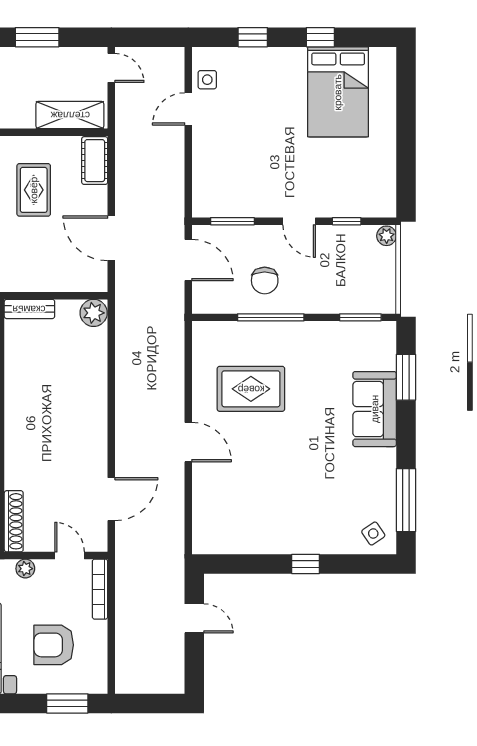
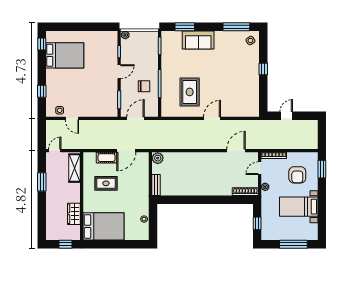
window: (320, 37) -> (42, 44), moved
cot: (95, 161) -> (107, 158), moved
door: (111, 499) -> (236, 151), hinge flipped

